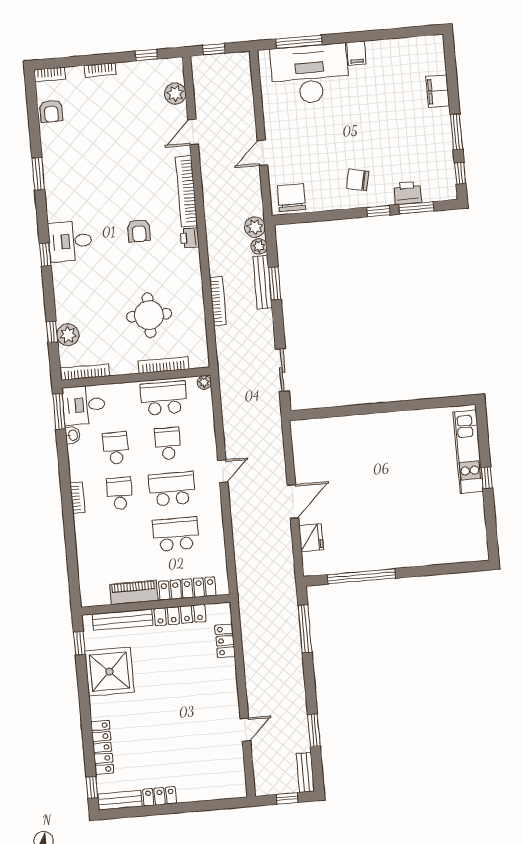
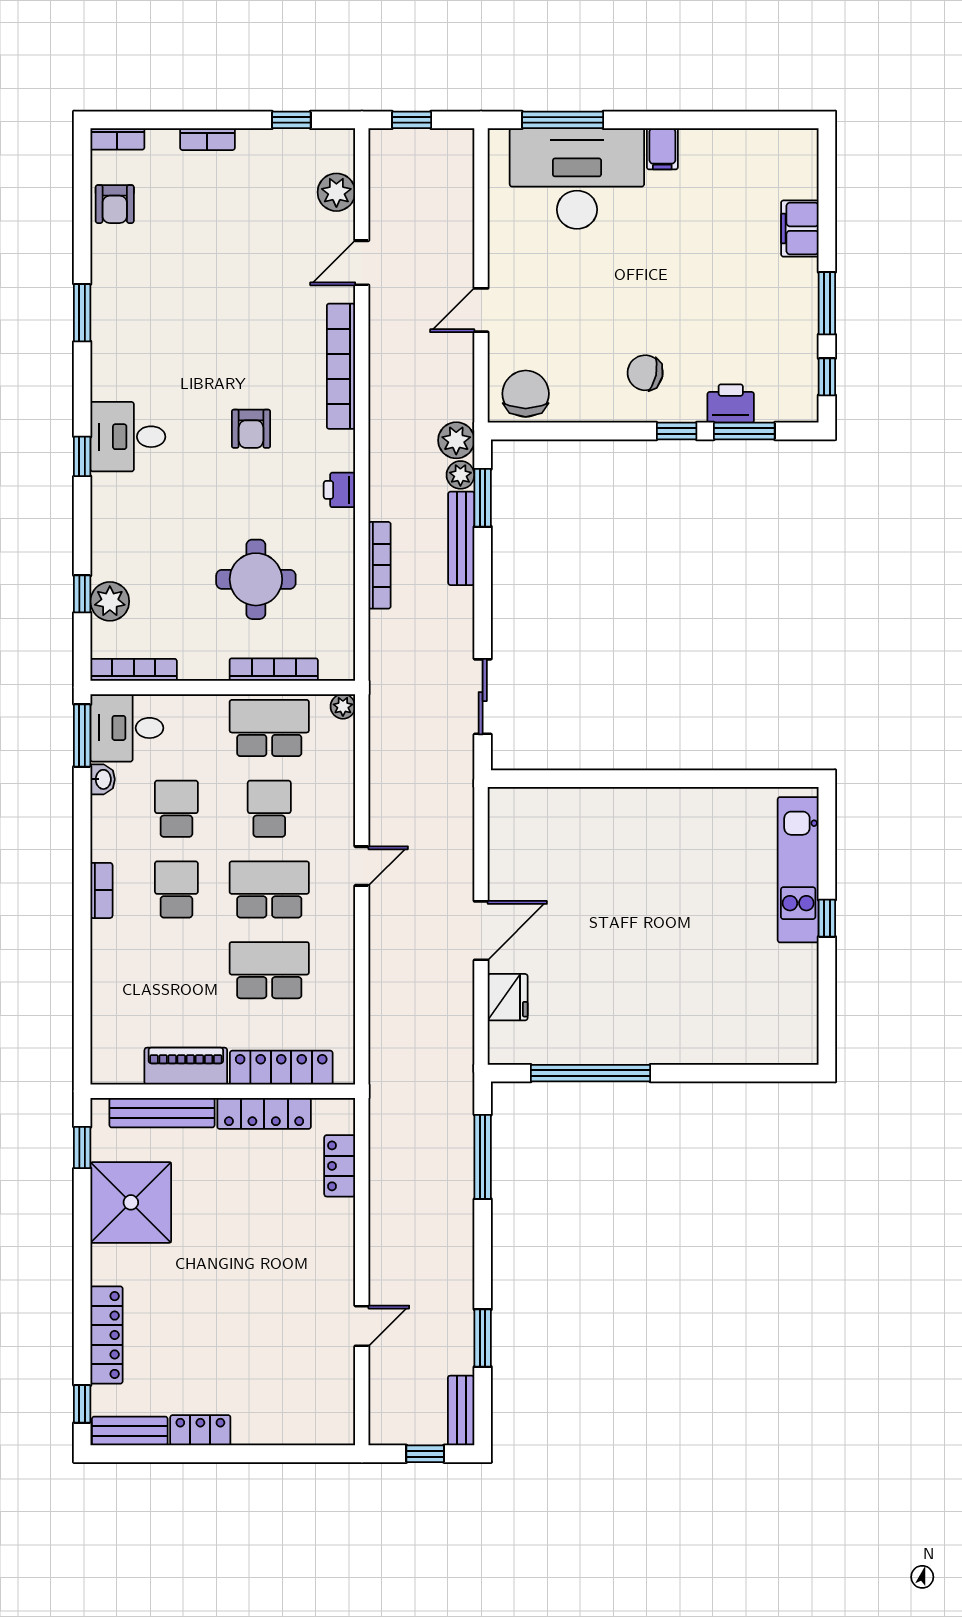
printer: (190, 238) -> (339, 490), moved
window: (275, 283) -> (483, 498), moved

